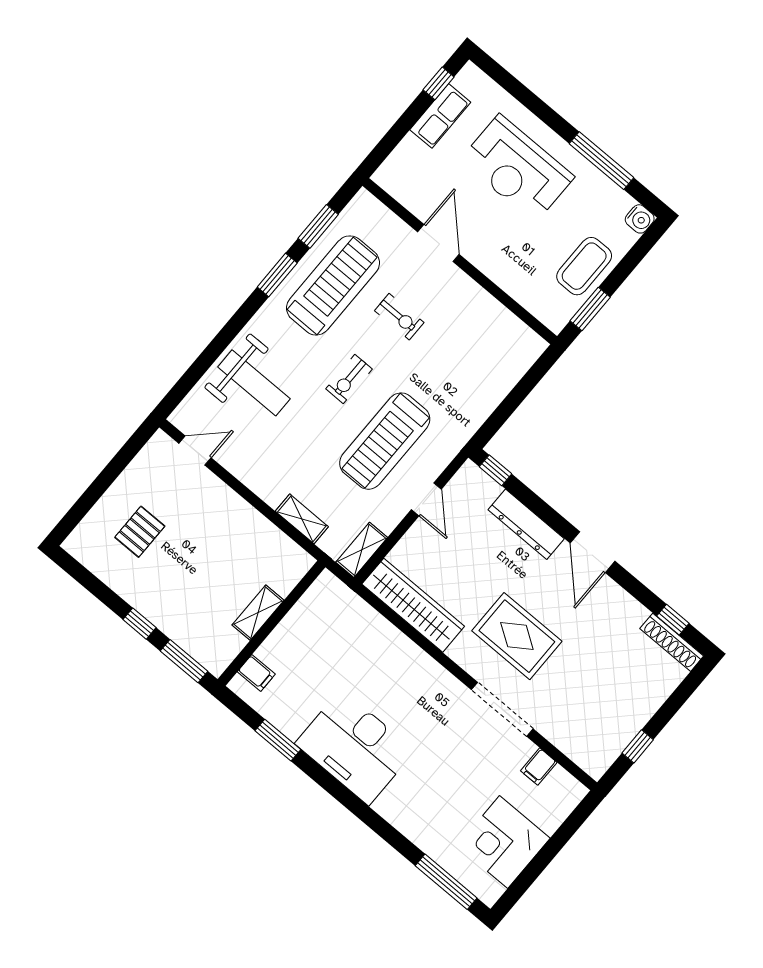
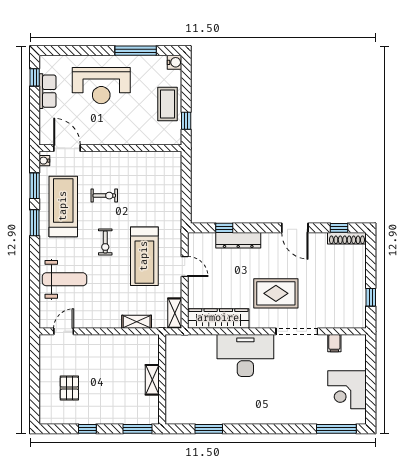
water cooler: (359, 204) -> (44, 161), added
door: (438, 243) -> (67, 148), moved
window: (590, 309) -> (186, 121), width x0.67
window: (495, 470) -> (224, 228), moved
door: (593, 552) -> (295, 228), moved
window: (139, 624) -> (87, 429), moved
filing cabinet: (256, 673) -> (174, 407), removed
desk: (355, 747) -> (245, 356), moved, turned 180

